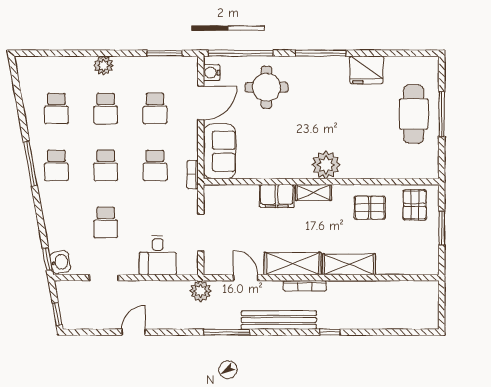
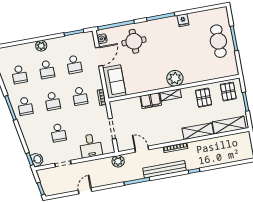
fridge: (366, 70) -> (183, 20), width x0.53, depth x0.75
pallet: (370, 208) -> (204, 98), turned 90
shelving: (293, 264) -> (229, 125), moved

